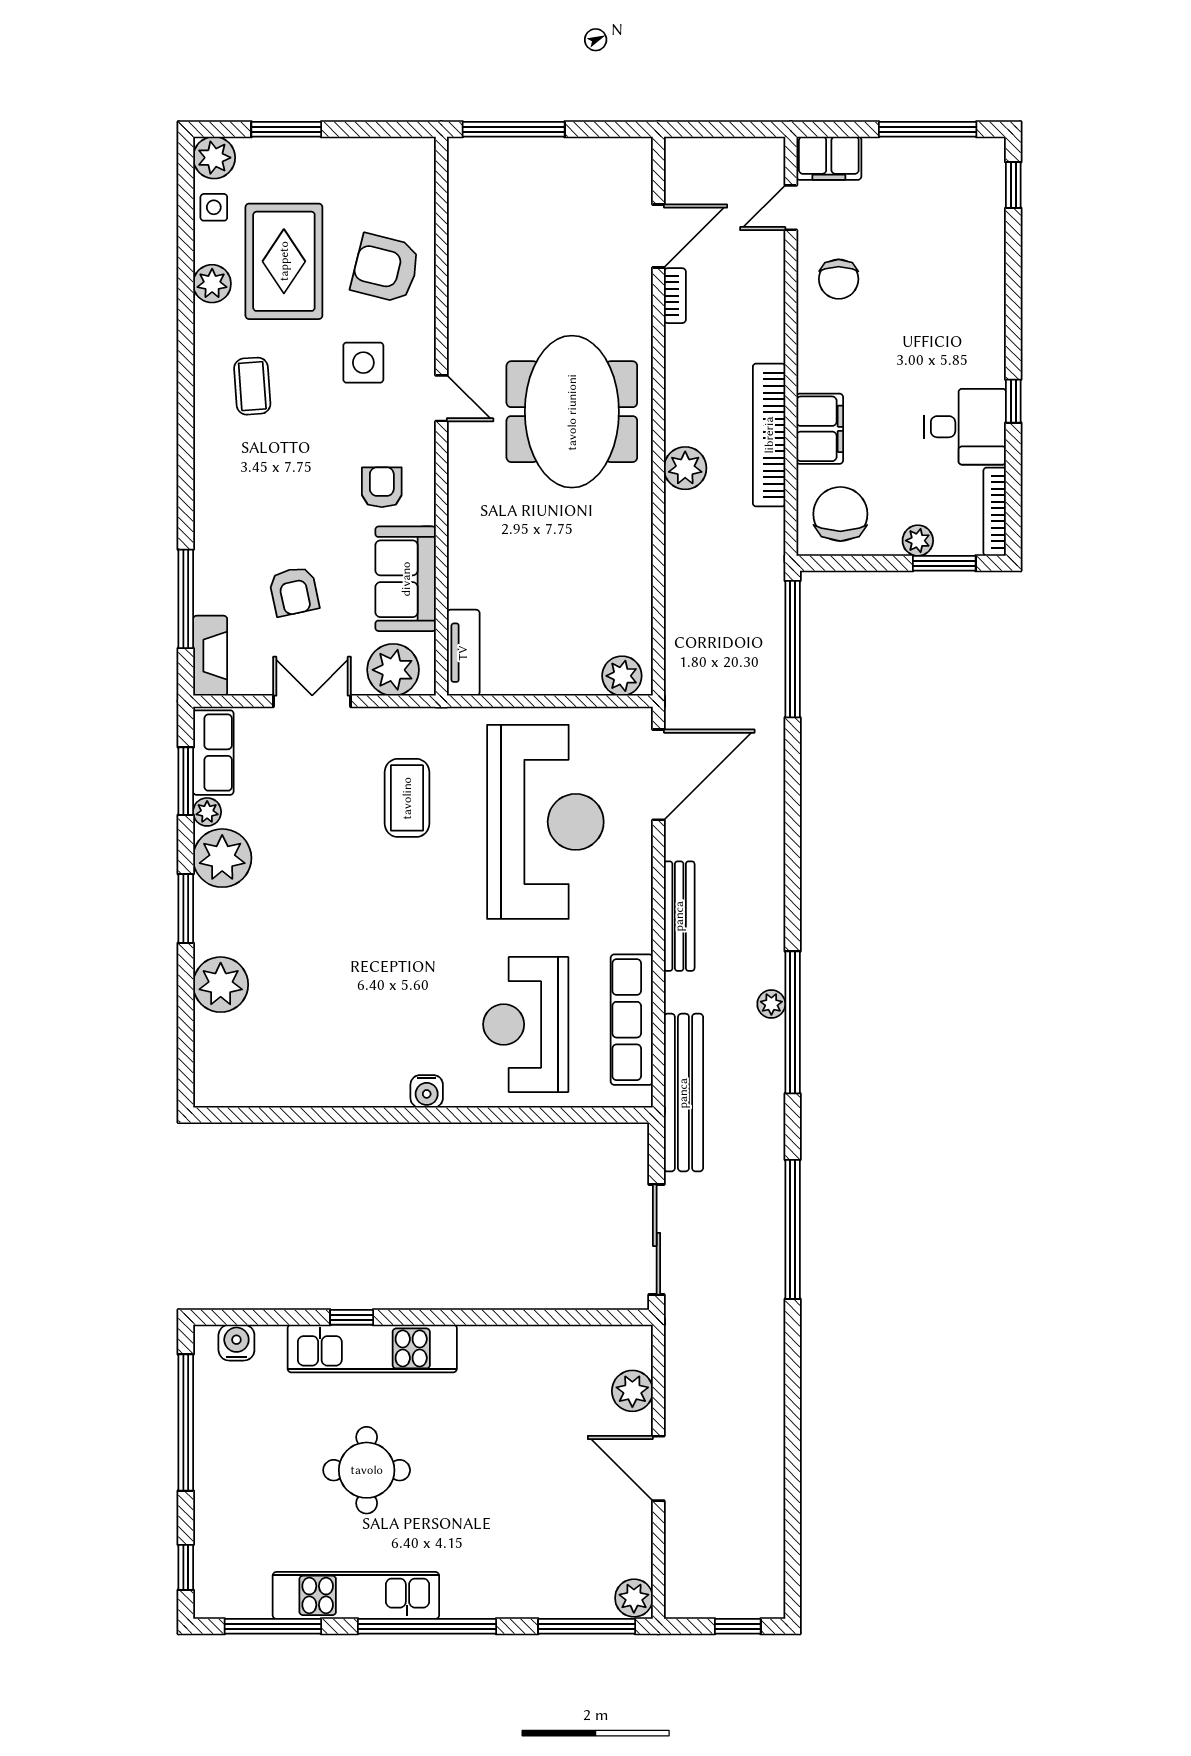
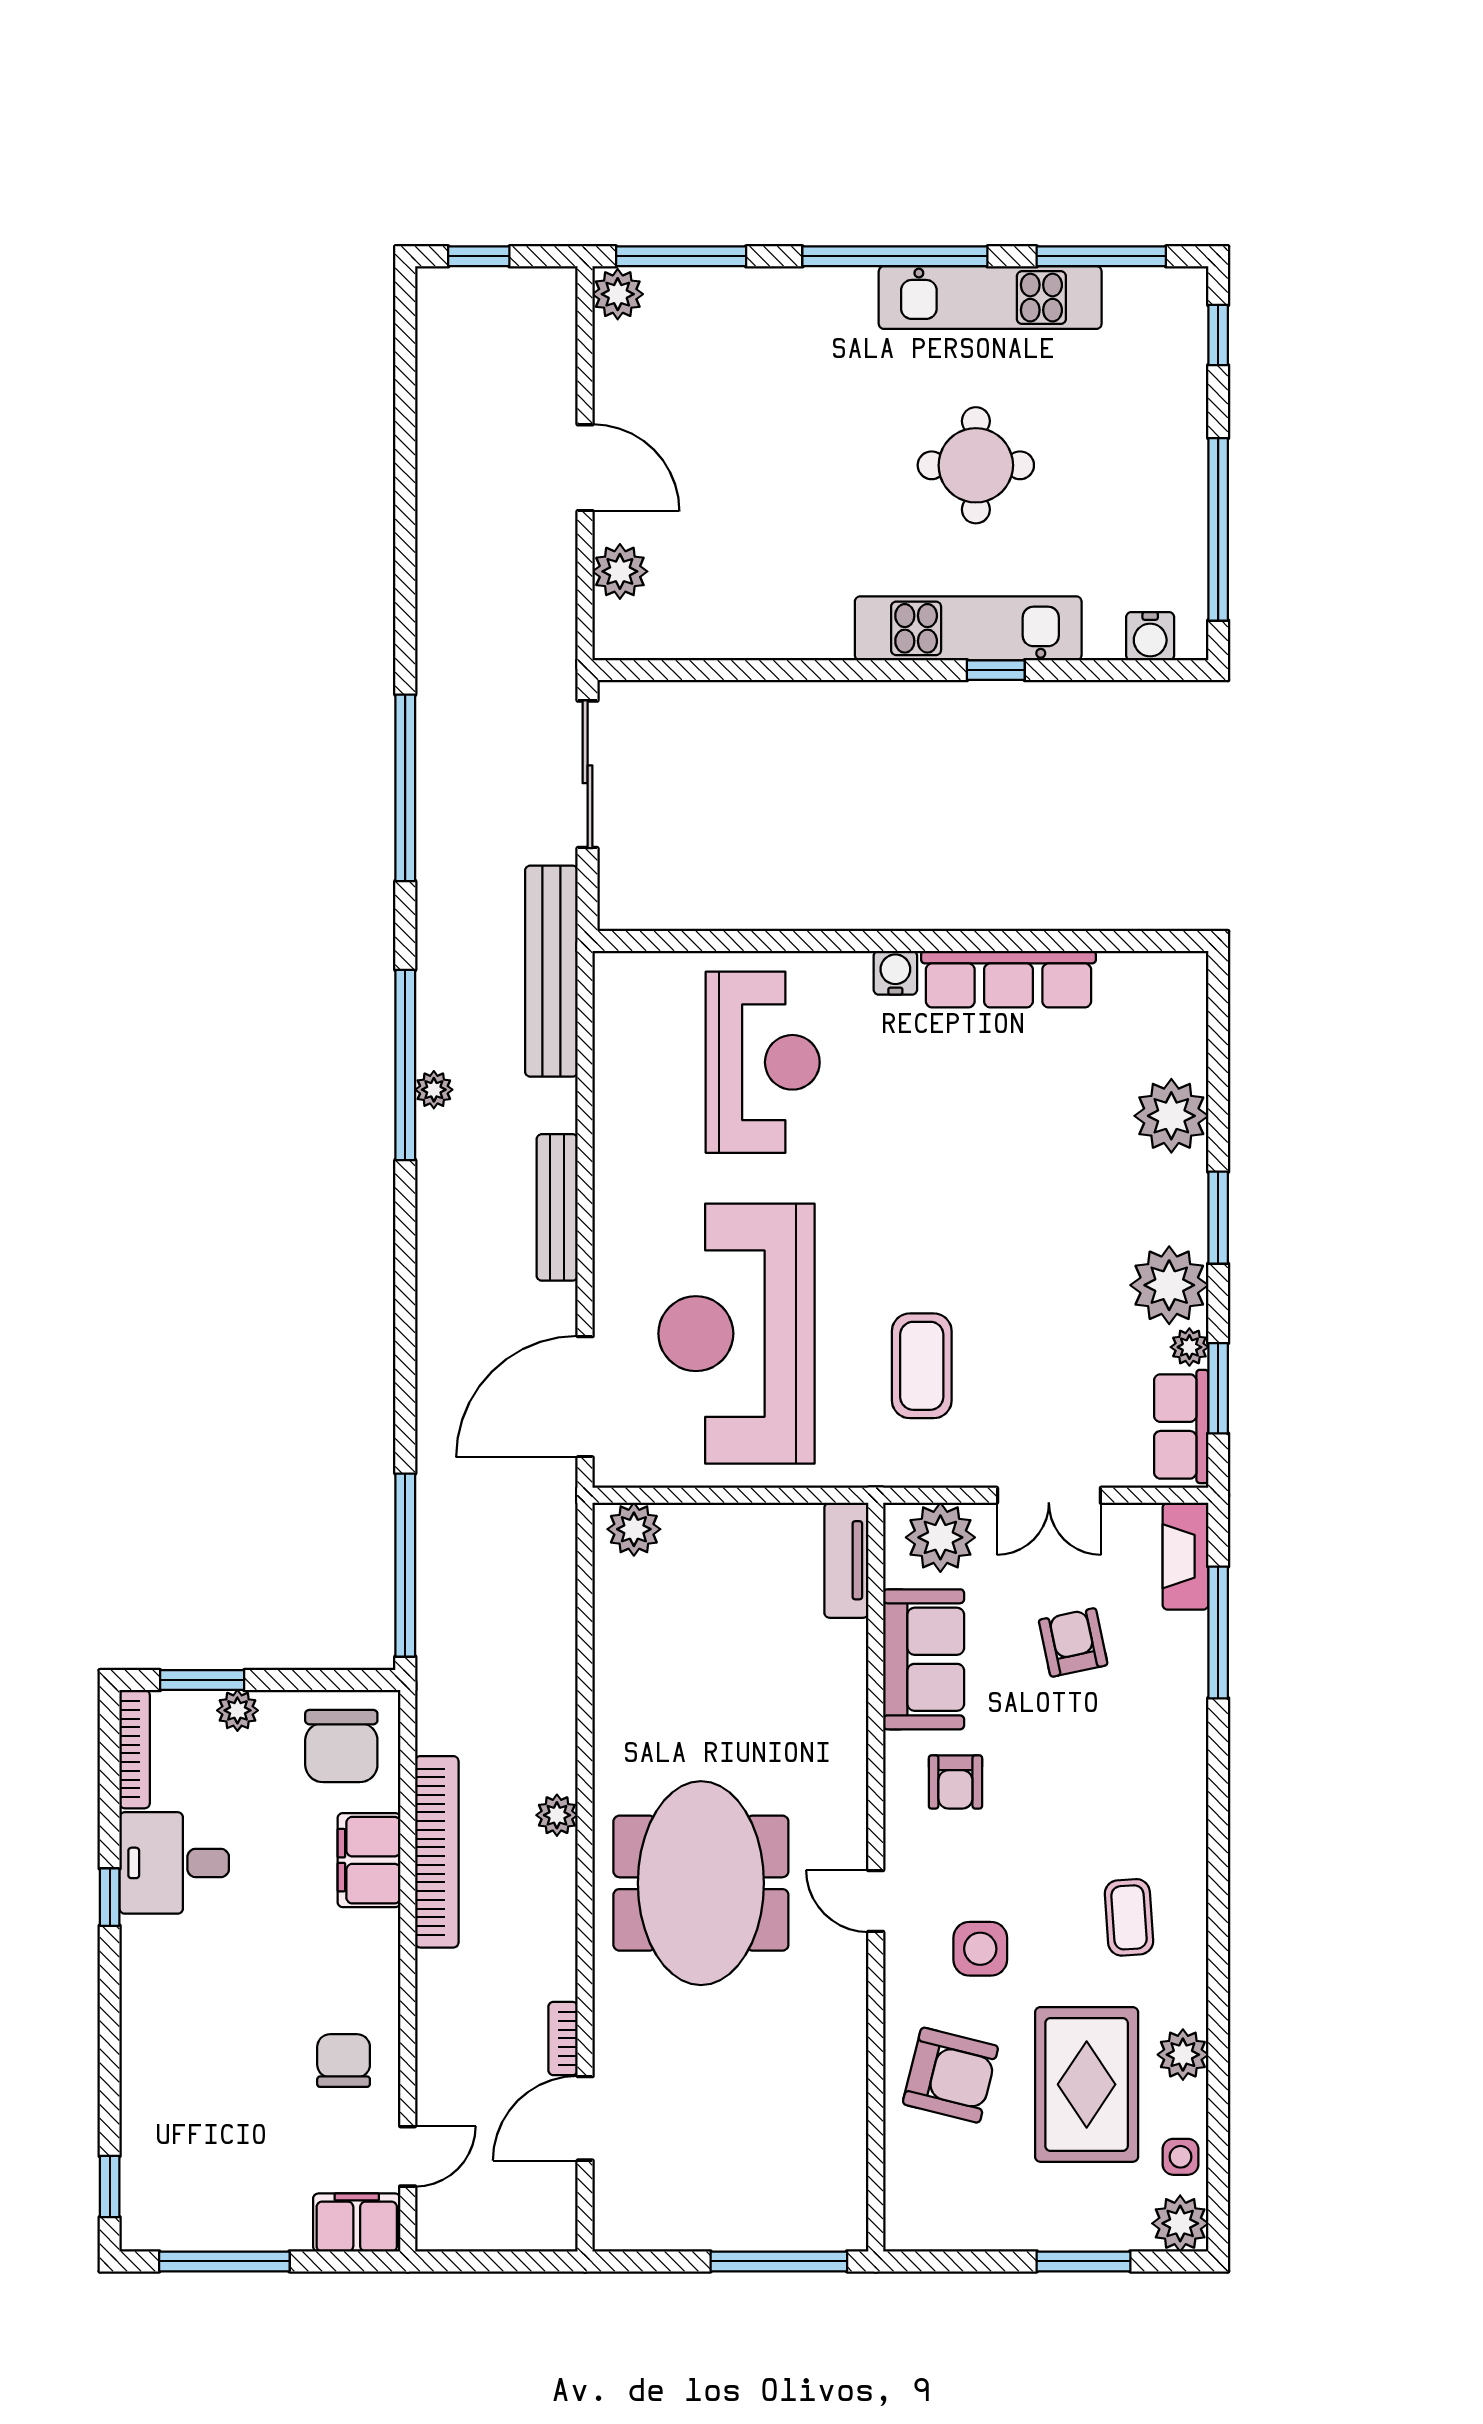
plant: (685, 468) -> (557, 1815), width x0.73, depth x0.73
row of seats: (632, 1020) -> (1008, 979), moved, turned 90

